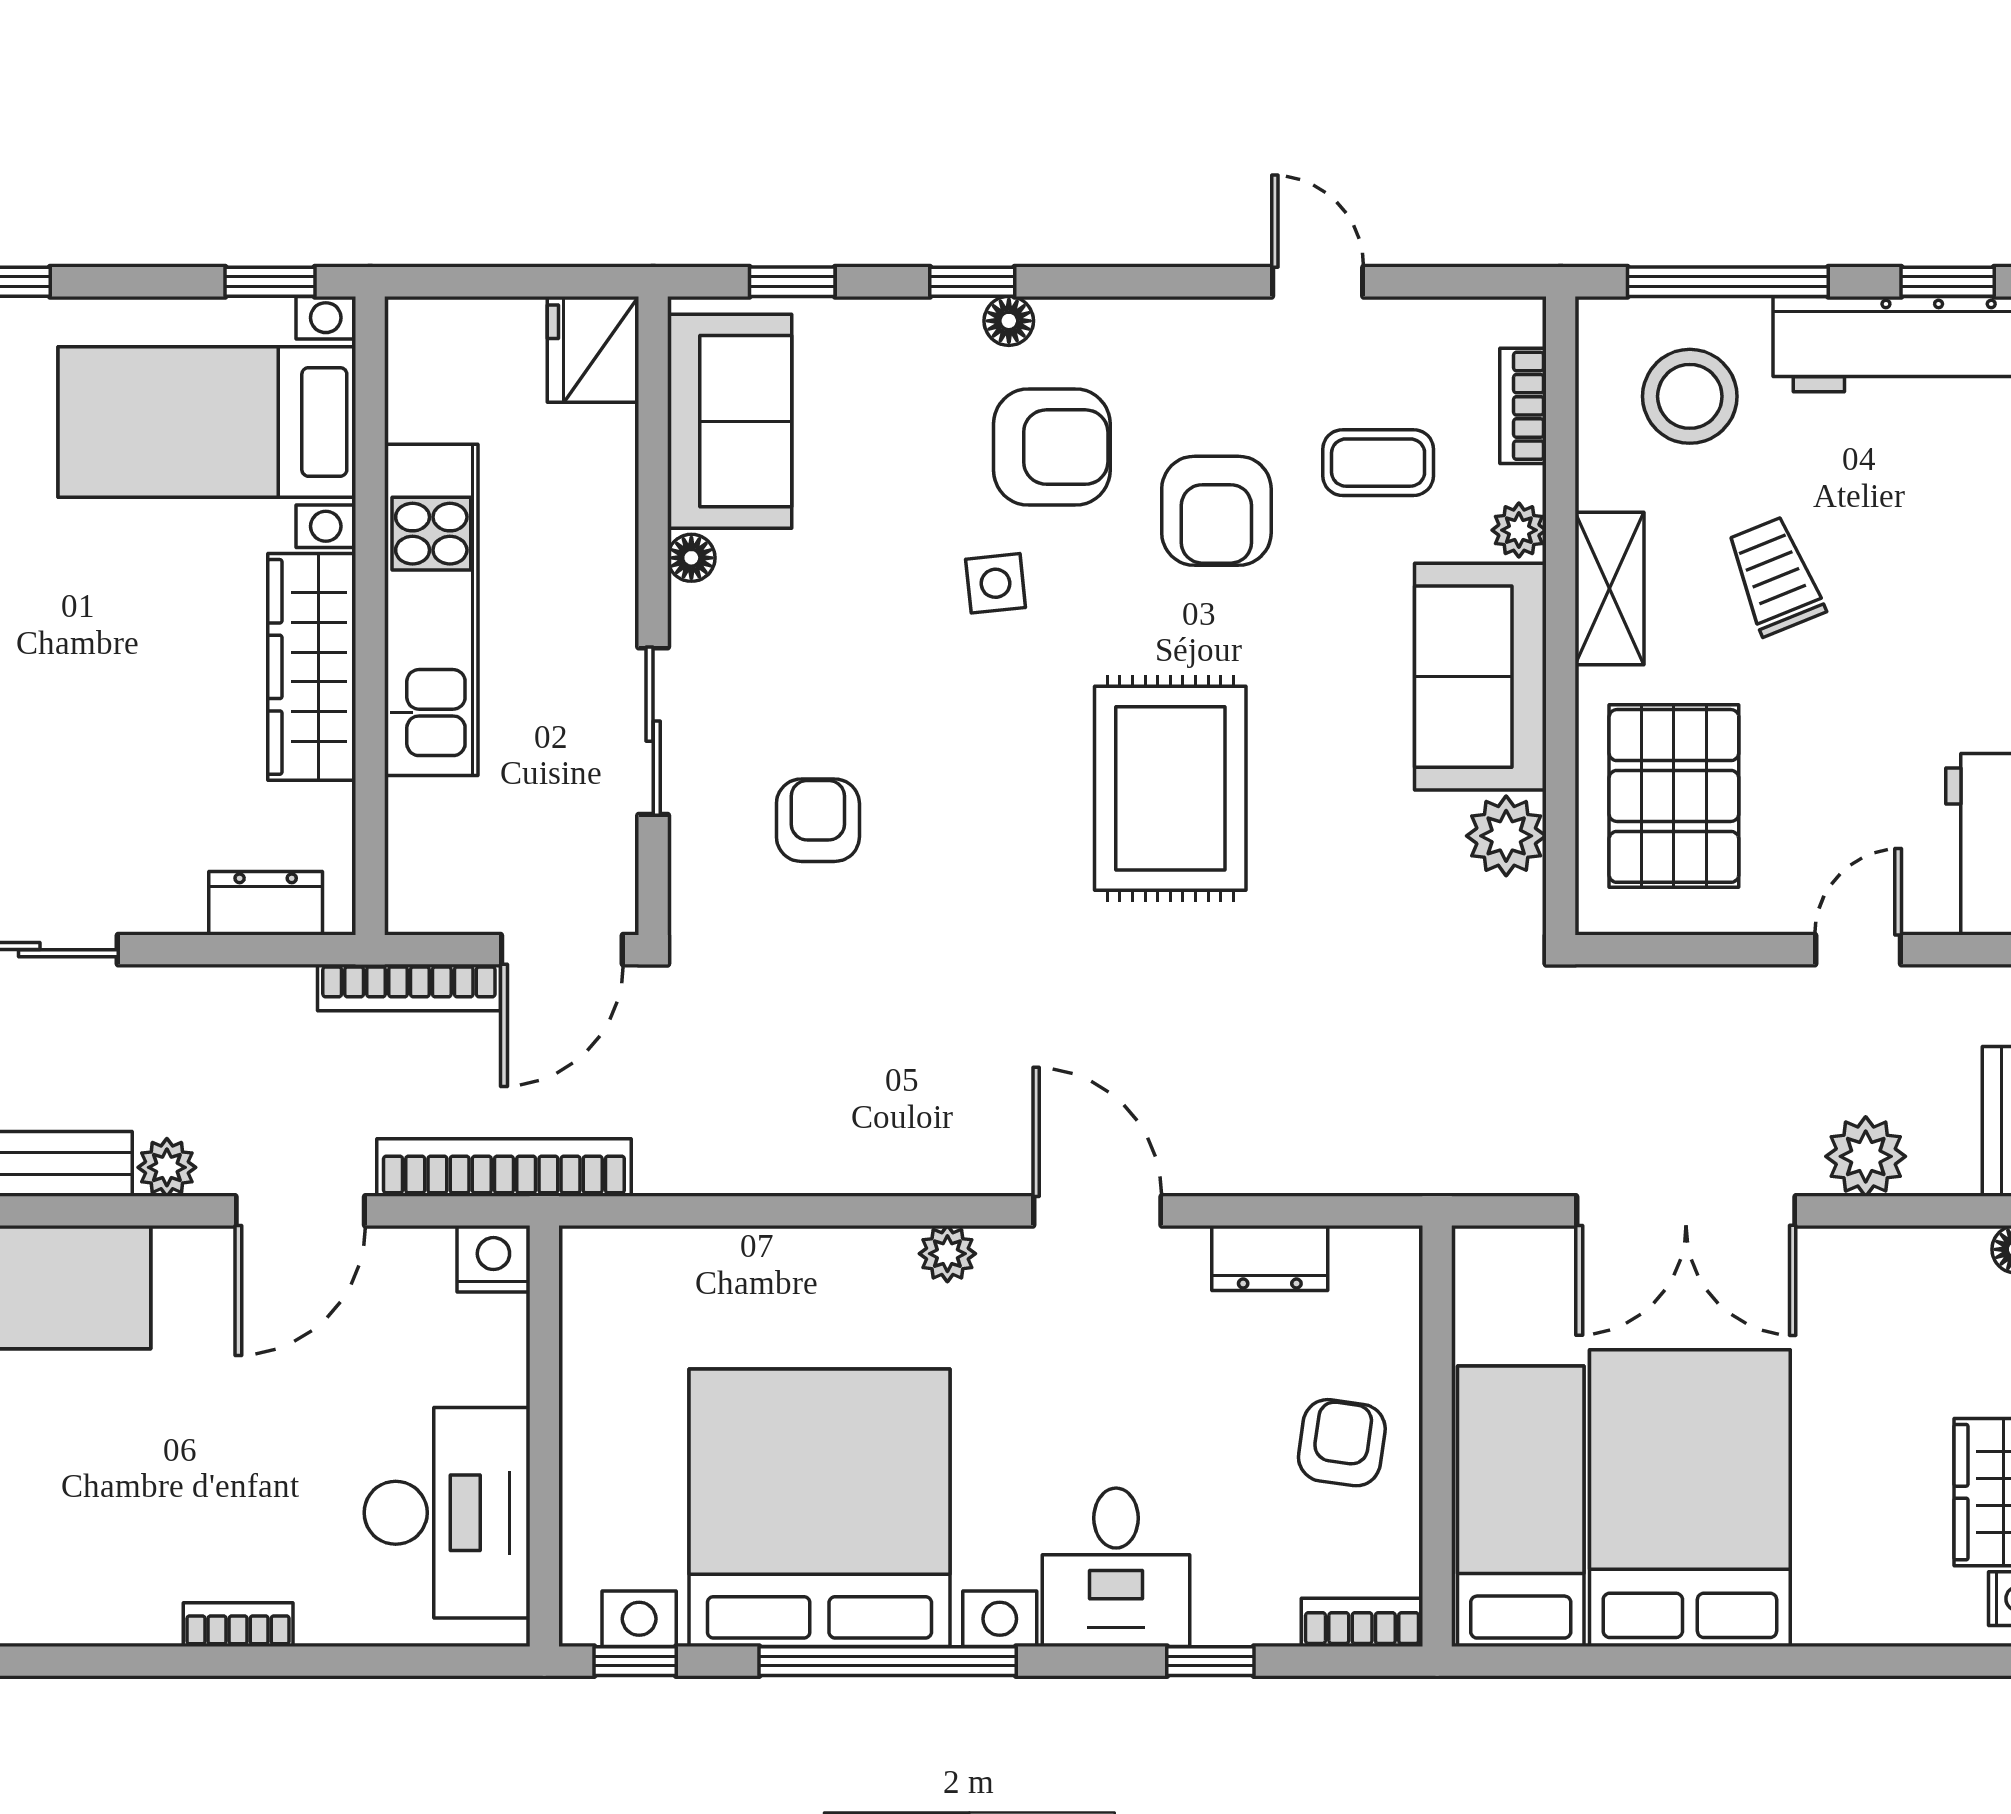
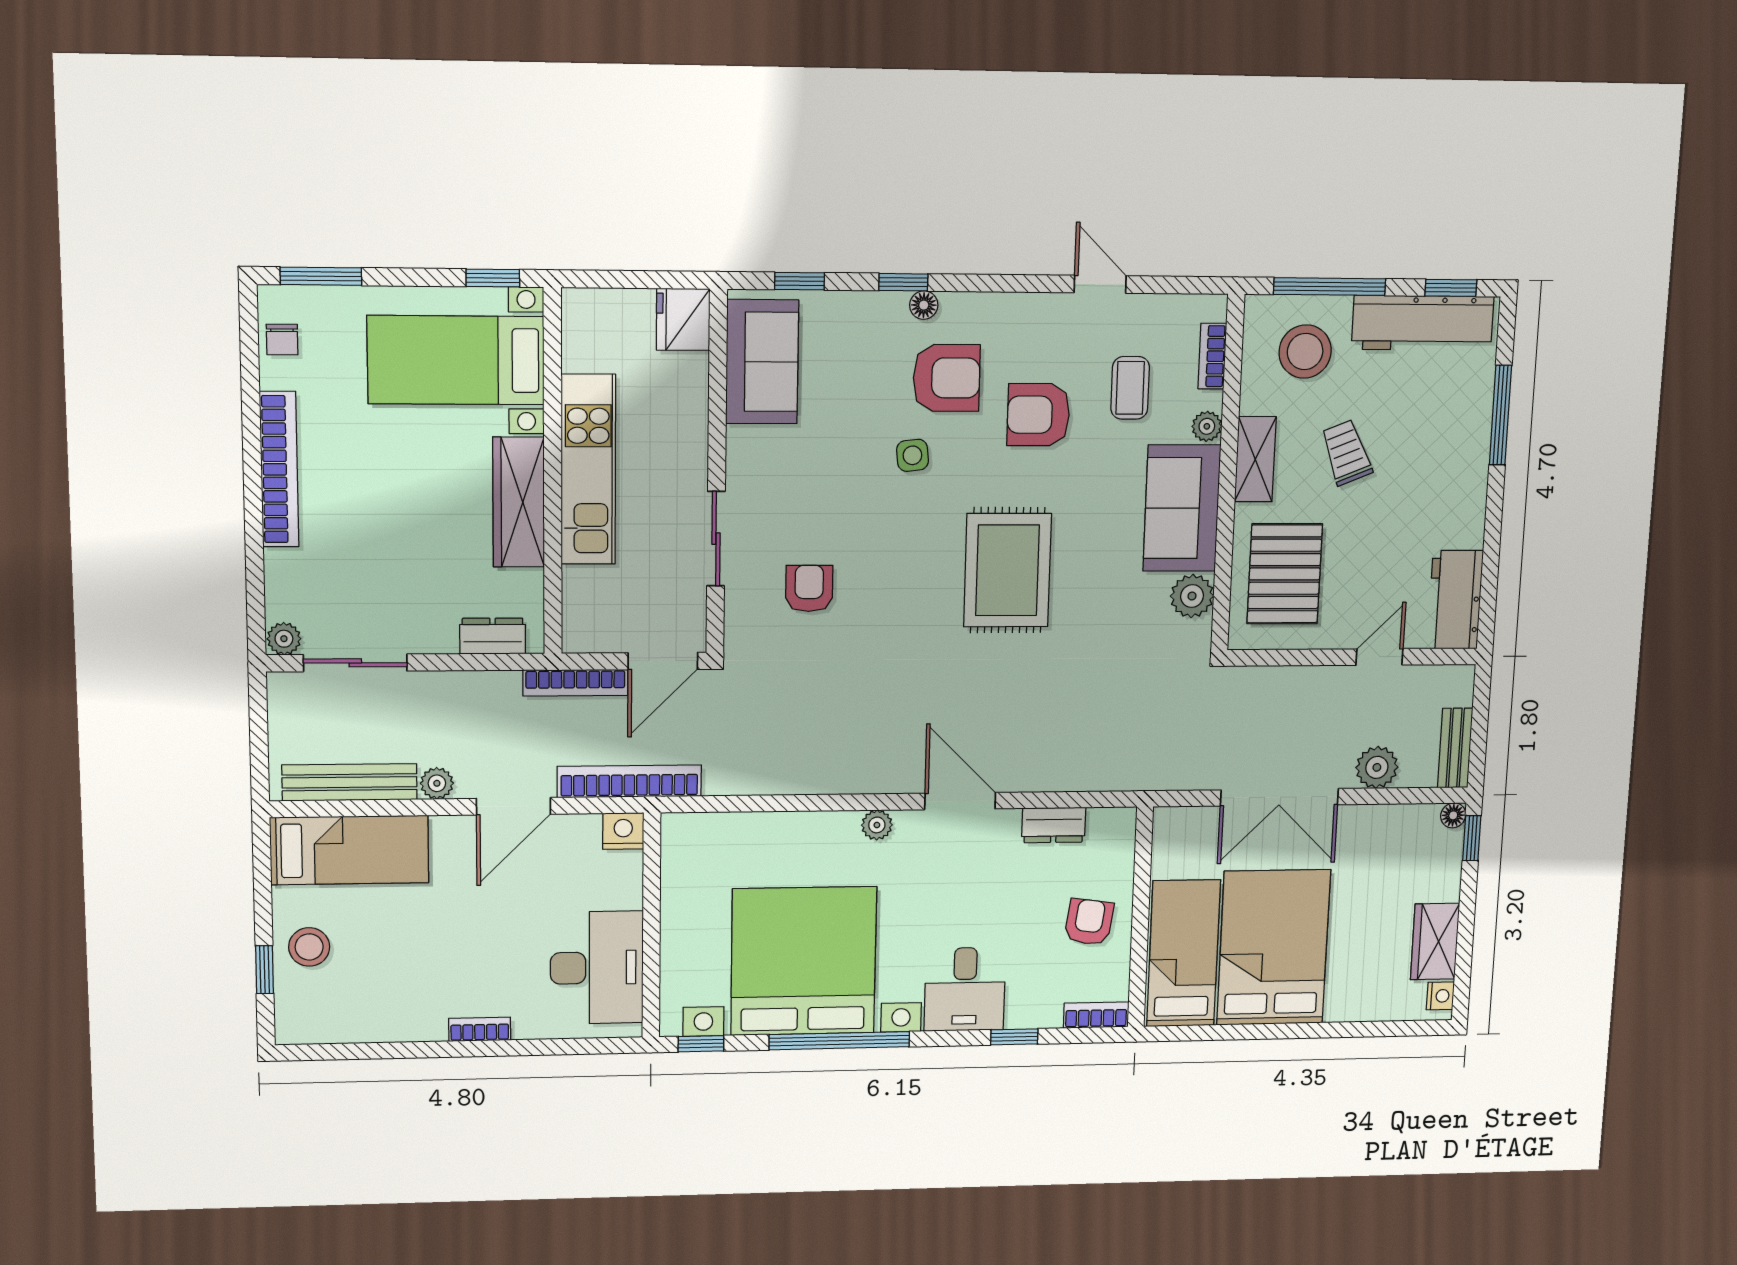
coffee table: (1378, 463) -> (1130, 388), turned 90
armchair: (1216, 511) -> (1038, 415), turned 90
floor lamp: (691, 558) -> (739, 440), removed

